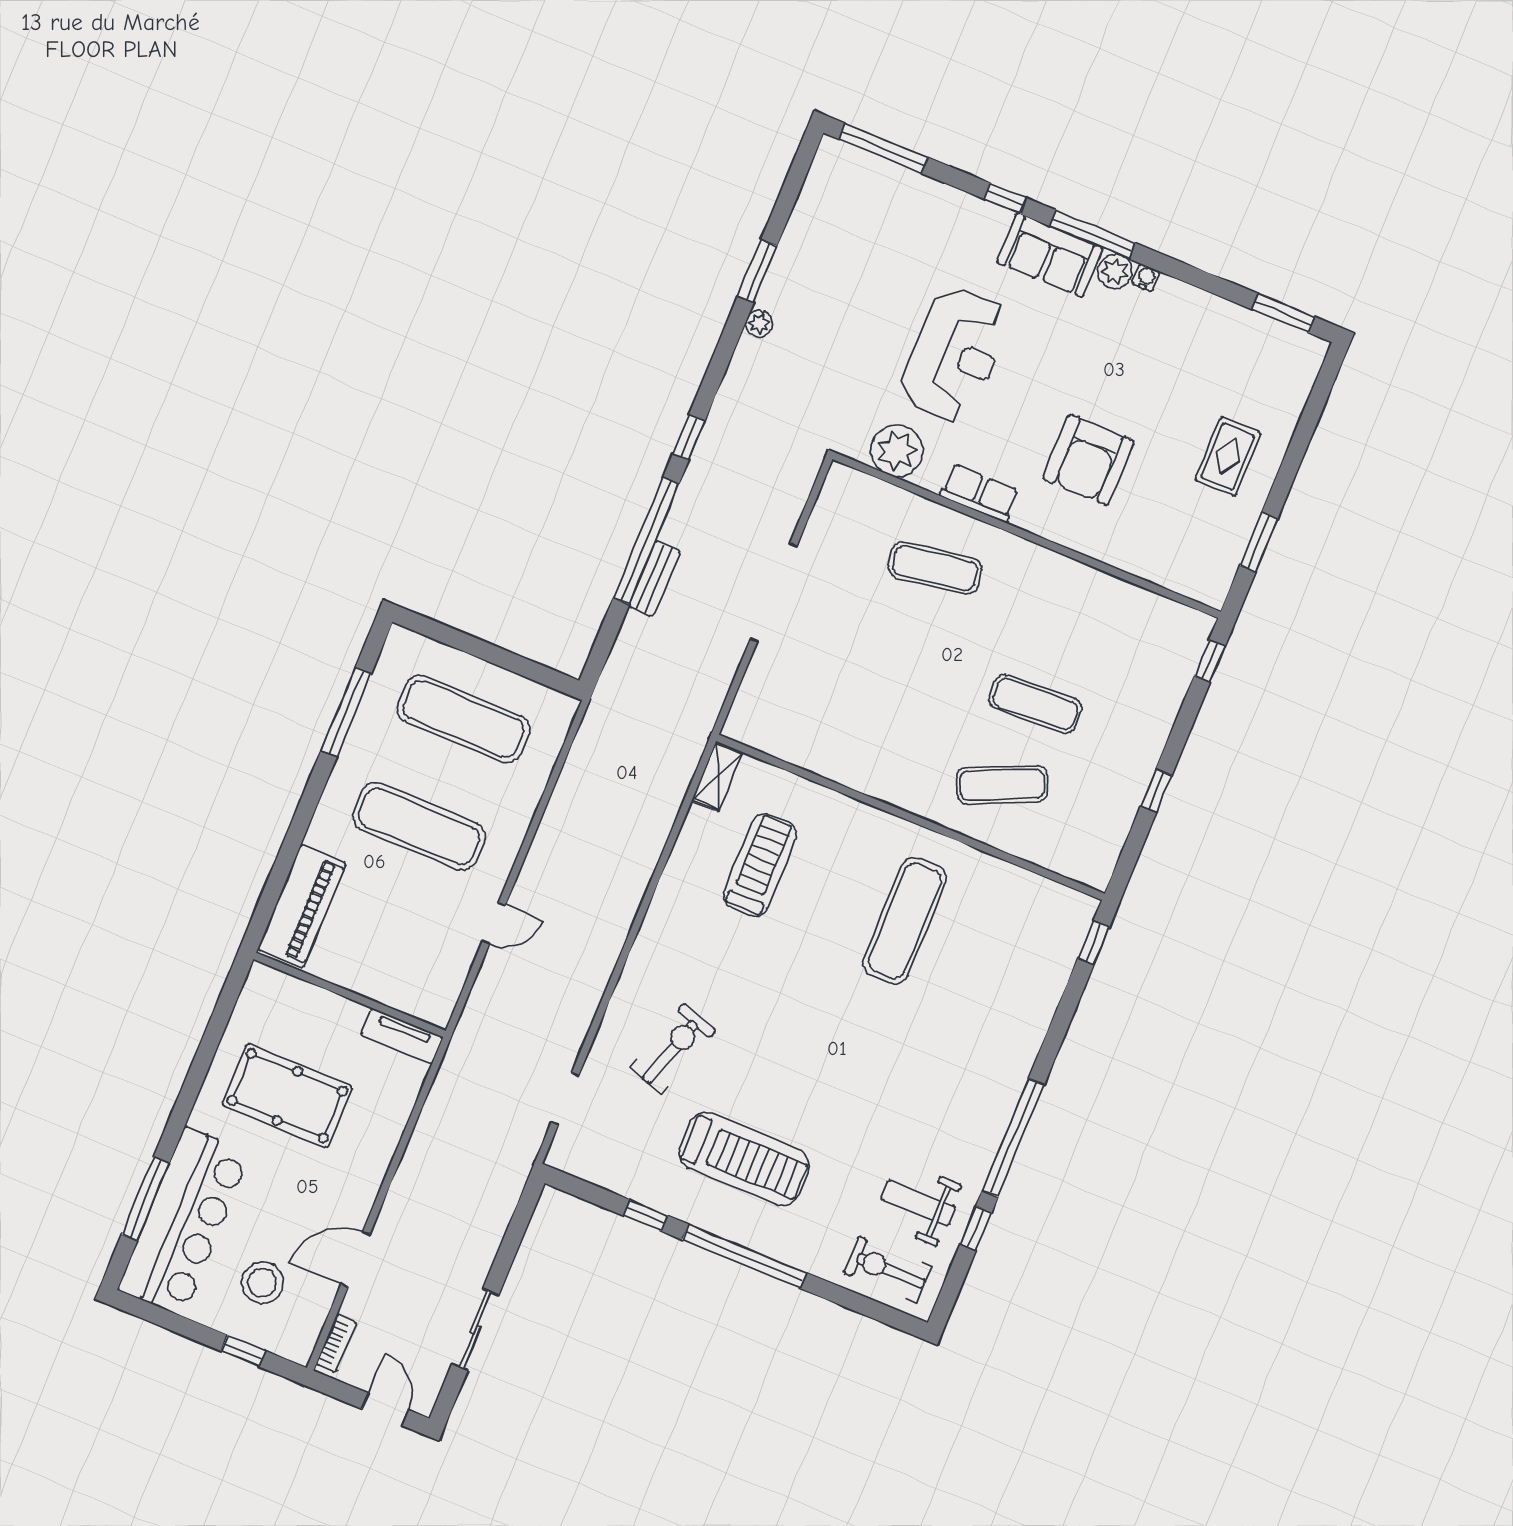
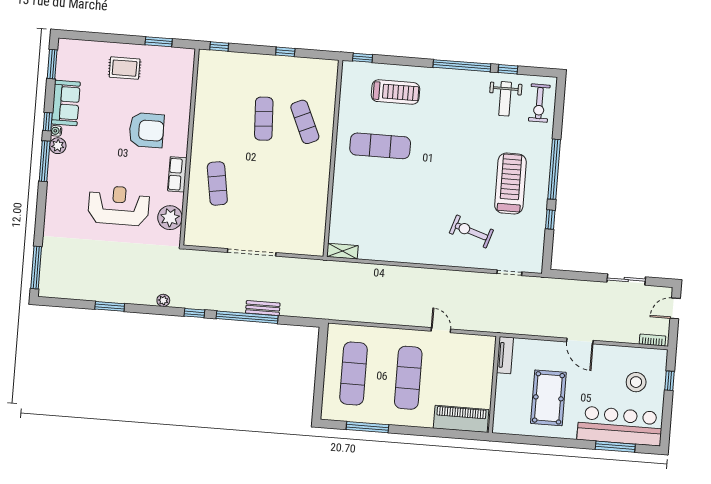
window: (1005, 199) -> (48, 122), moved
sofa: (1050, 255) -> (66, 103), moved
plant: (759, 324) -> (163, 300), moved
treadmill: (760, 865) -> (395, 92), moved, turned 180
door: (355, 1259) -> (580, 341), moved

